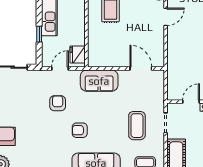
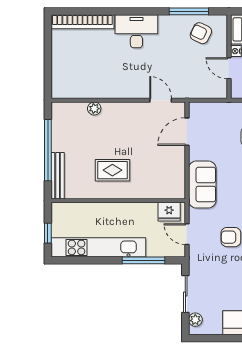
door: (166, 17) -> (161, 100), moved
window: (39, 34) -> (143, 260), width x2.17

